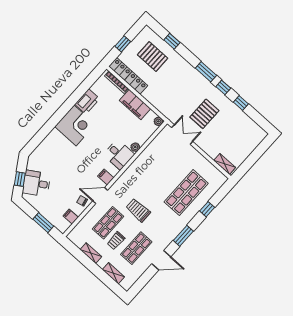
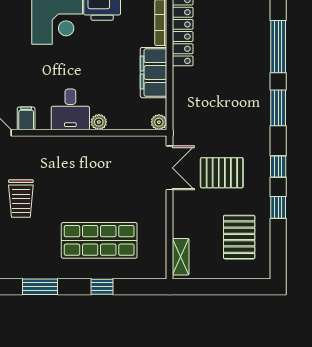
window: (172, 41) -> (278, 47), width x2.17
pallet: (153, 57) -> (239, 237), moved
window: (206, 72) -> (278, 108), moved
trolley: (138, 210) -> (21, 199), turned 180

